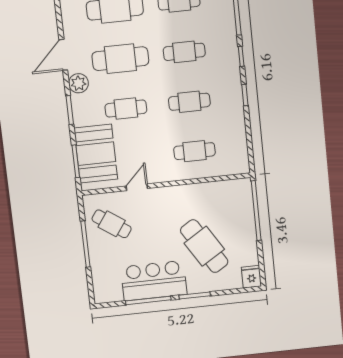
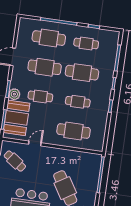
cafe table: (184, 52) -> (82, 73), width x1.37, depth x1.35
plant: (78, 83) -> (14, 94), moved
cafe table: (194, 151) -> (74, 131), width x1.37, depth x1.35

